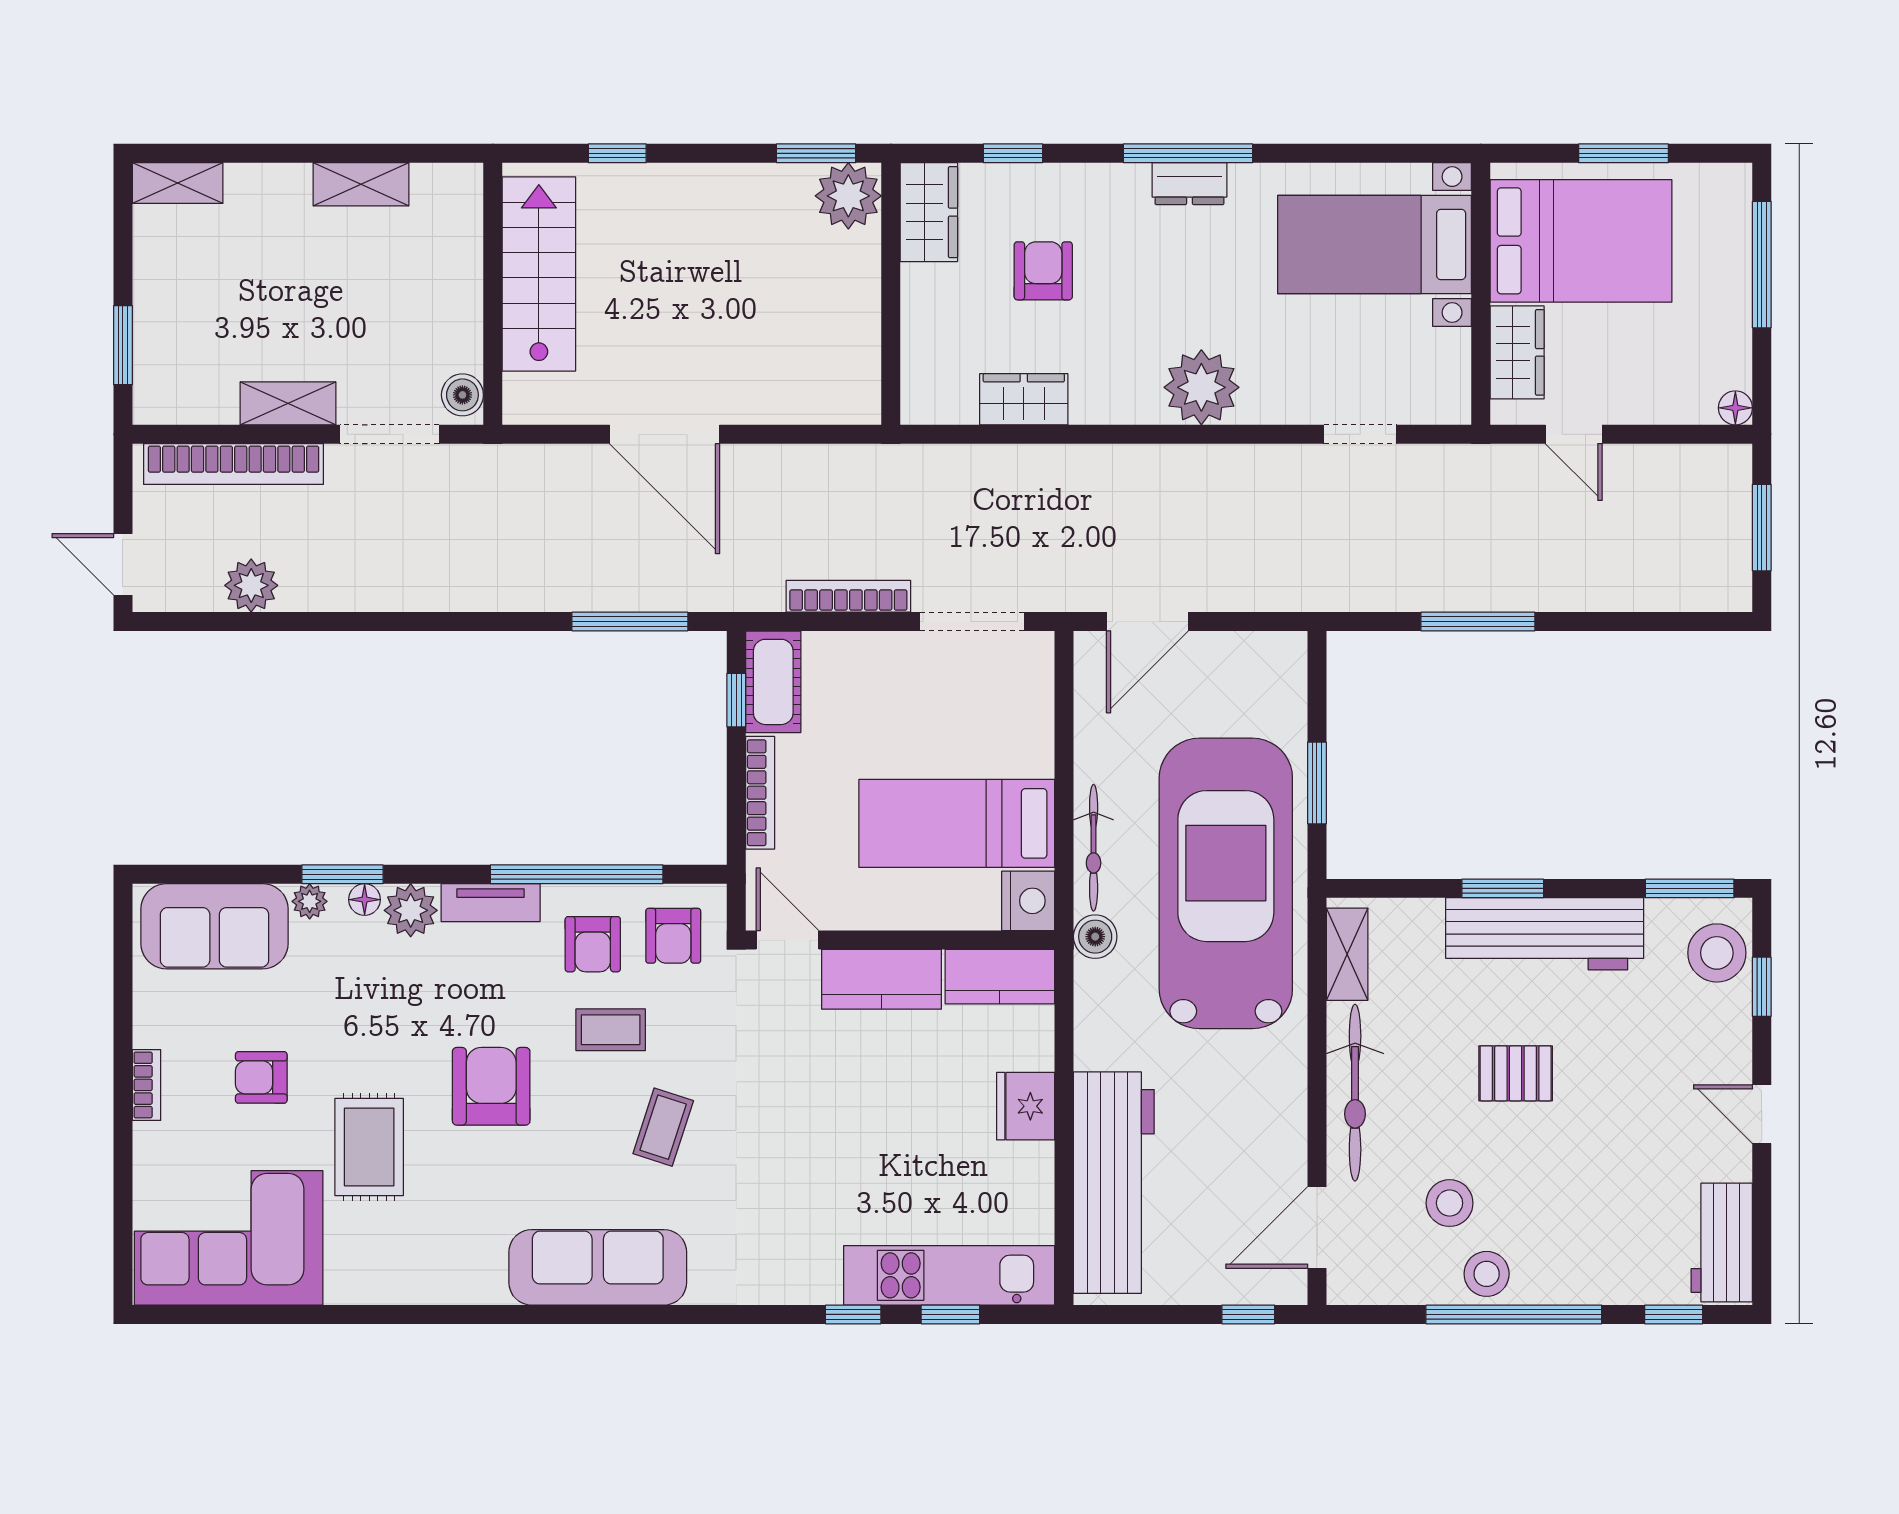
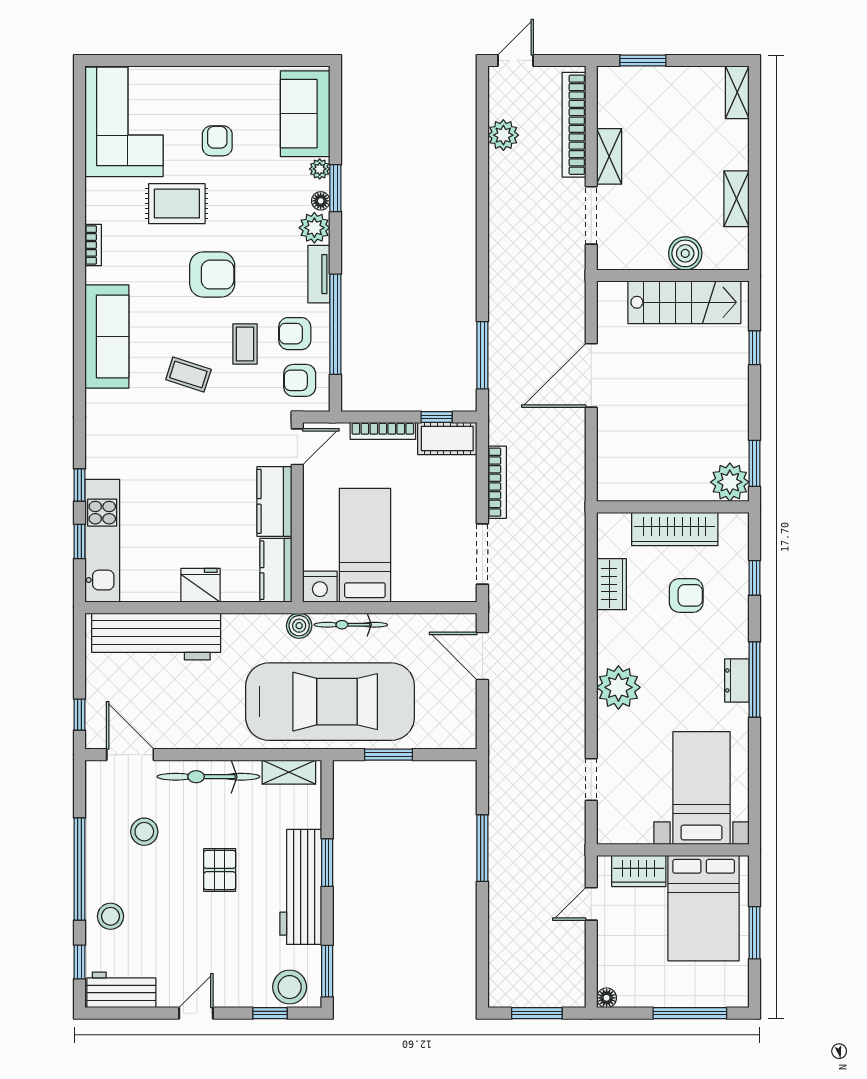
wardrobe: (929, 212) -> (675, 529), moved, width x1.50
boiler: (462, 395) -> (685, 253), moved, width x1.36, depth x1.36
bookcase: (146, 1085) -> (93, 245), moved, turned -90
stool: (1487, 1274) -> (111, 916), moved

